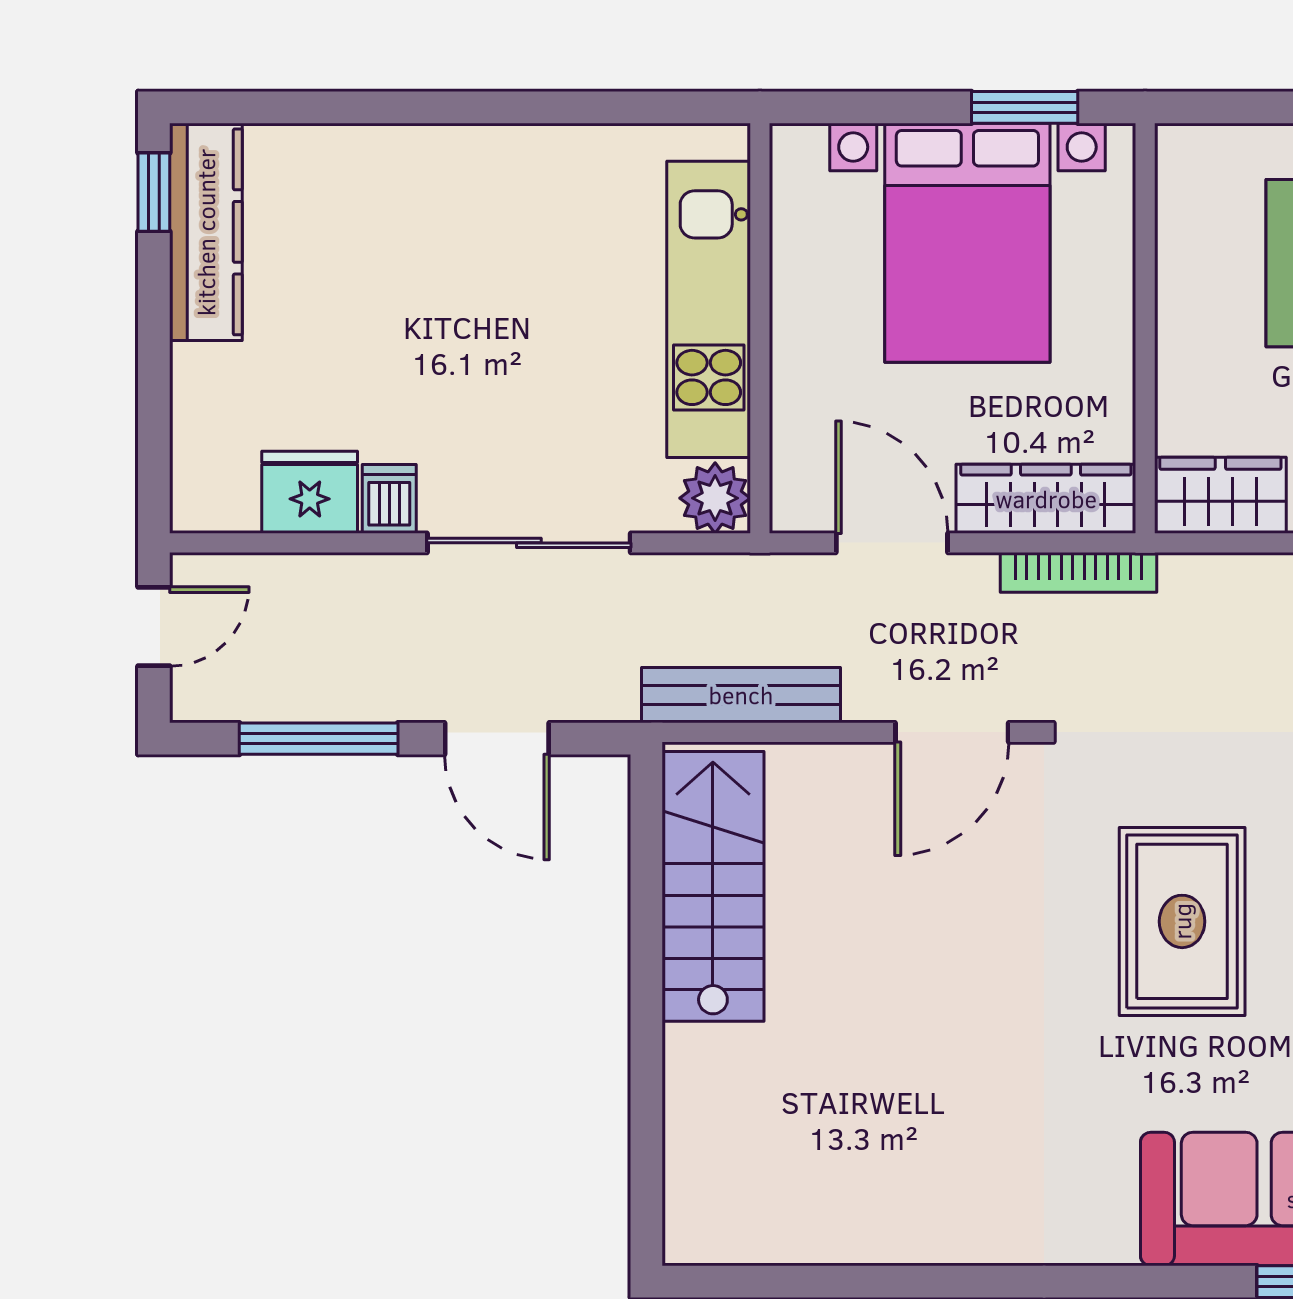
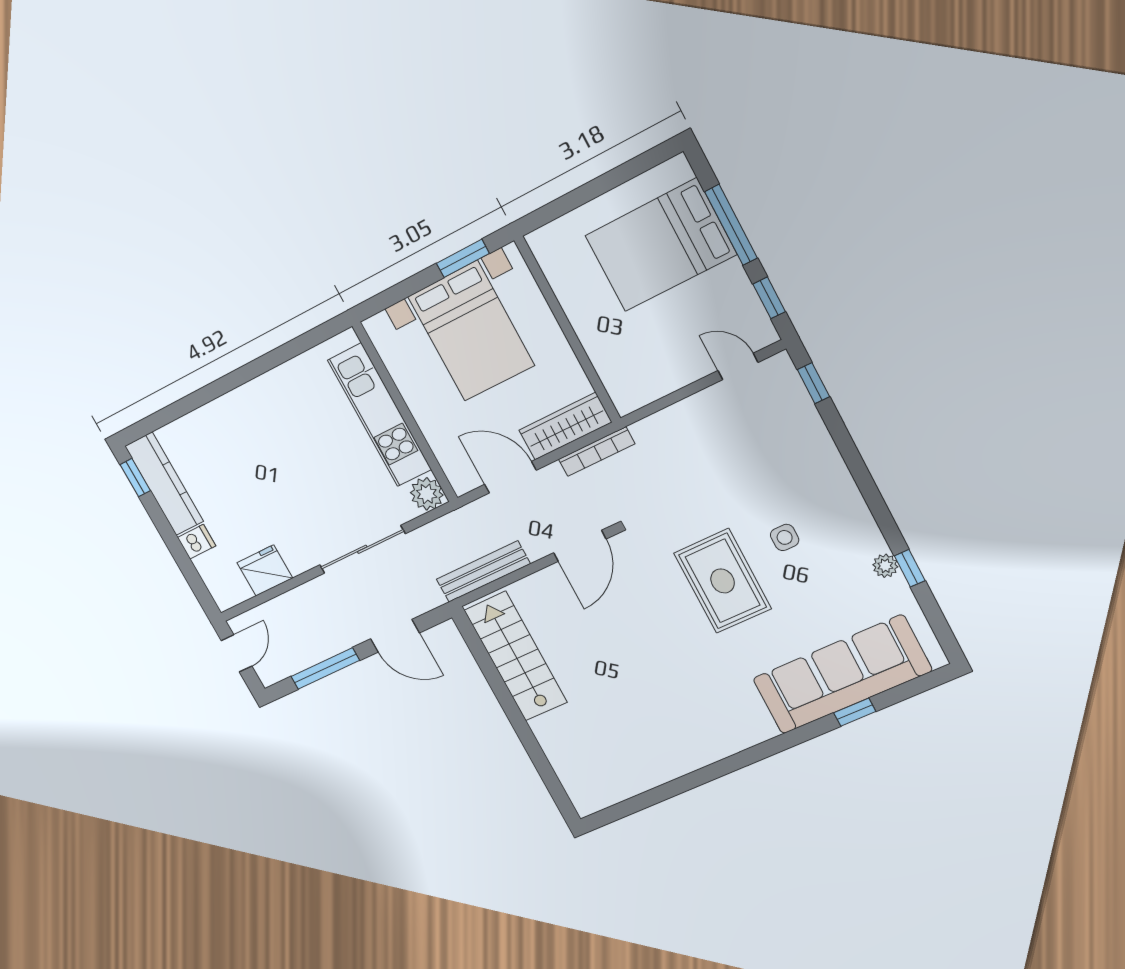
wardrobe: (1220, 495) -> (640, 388), removed
dishwasher: (389, 499) -> (197, 542), moved, turned 90

